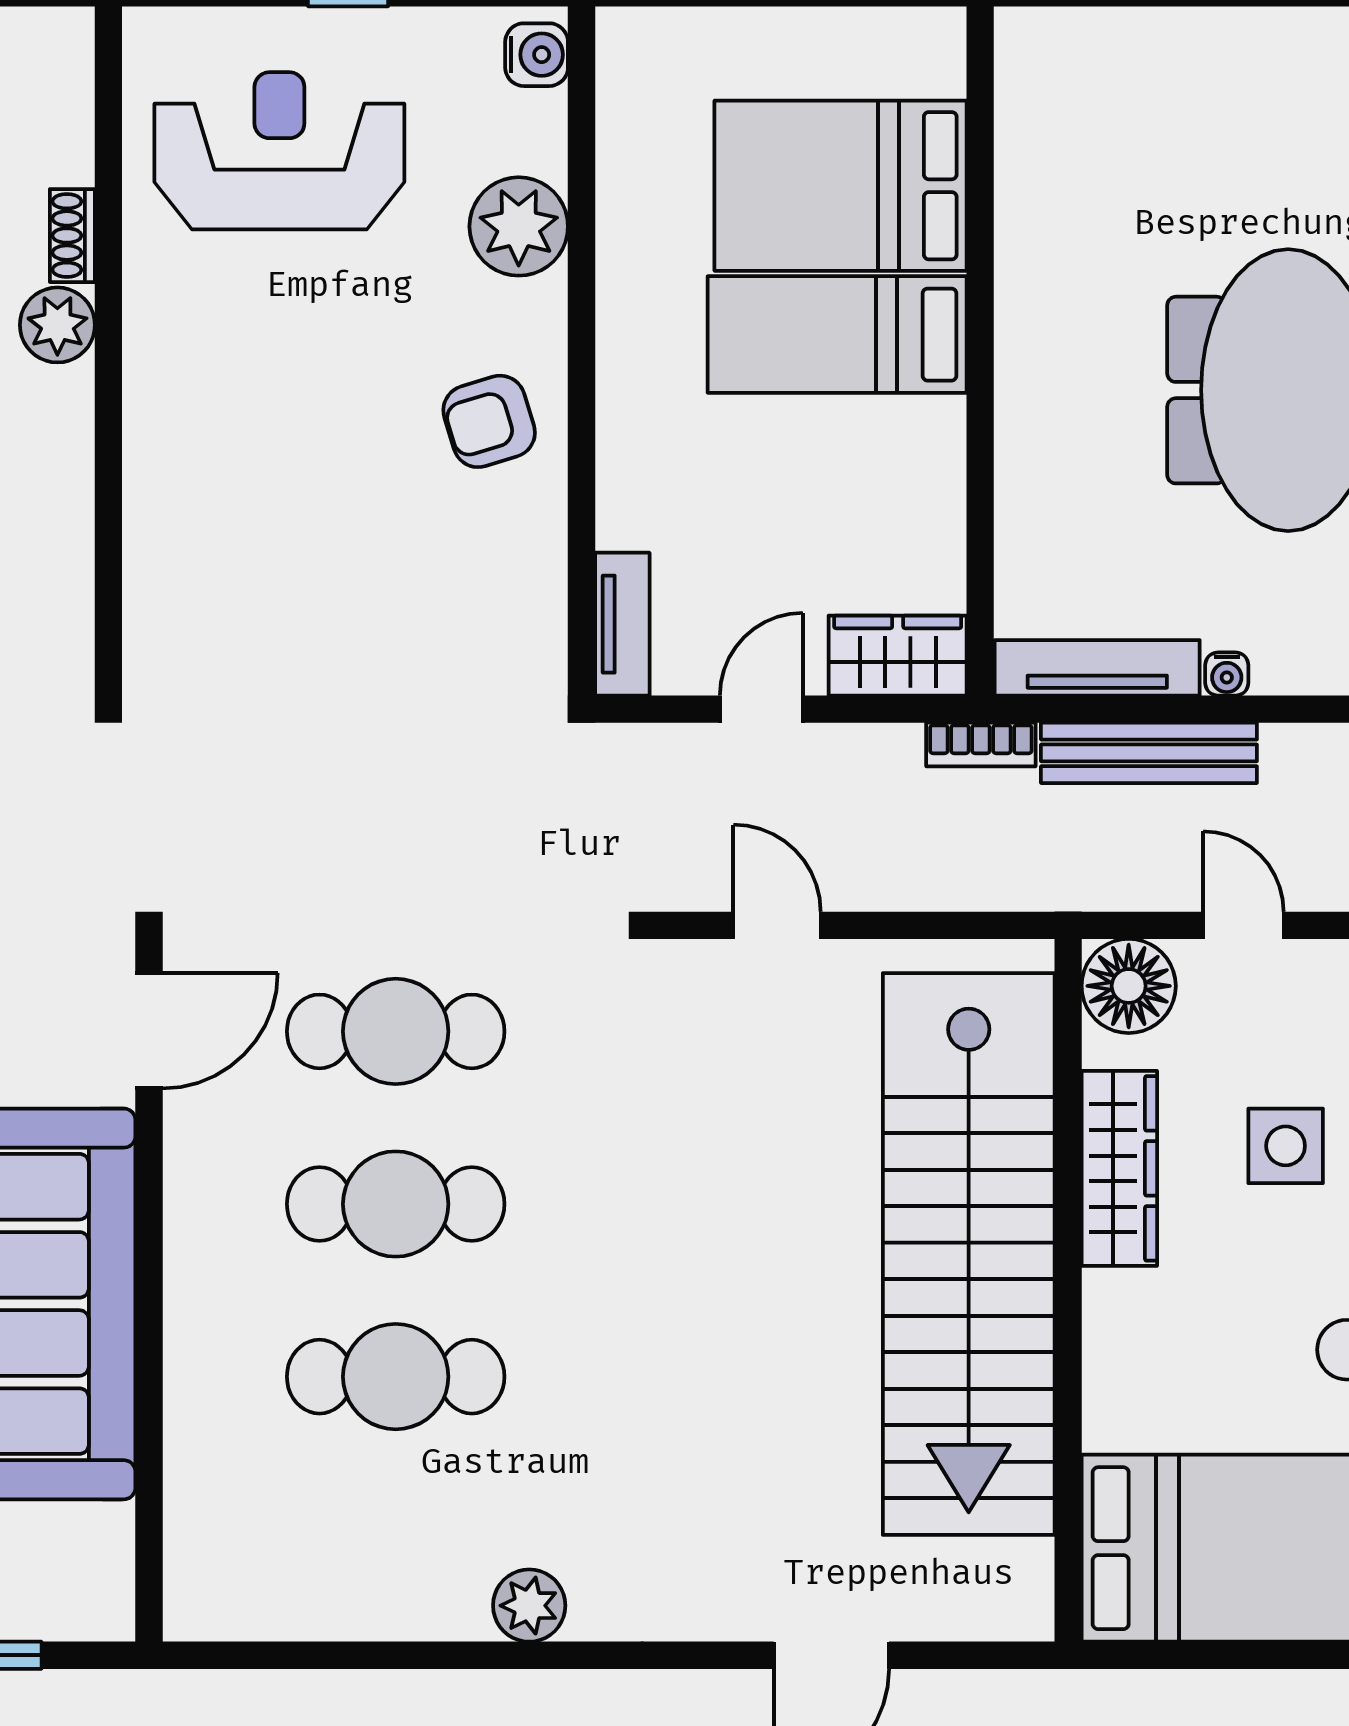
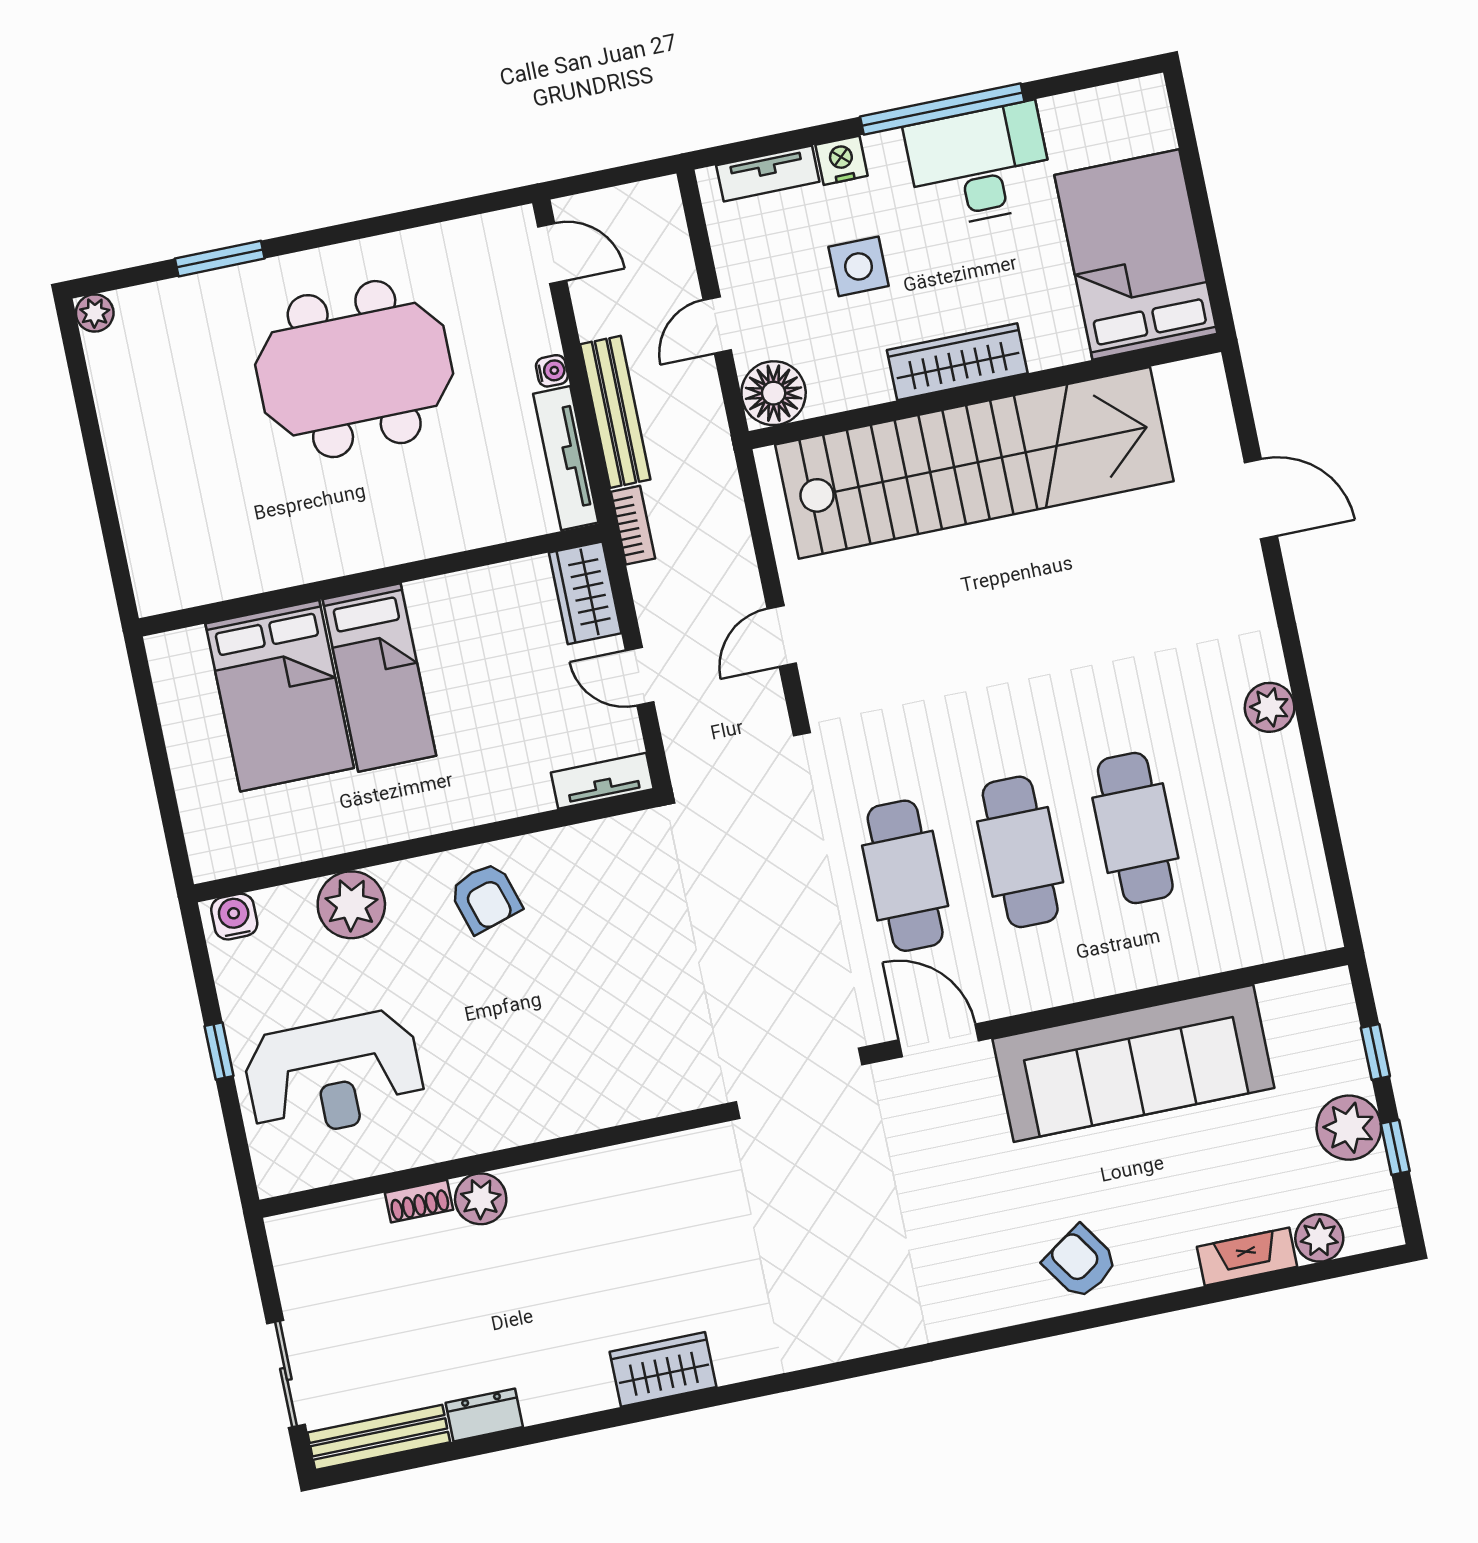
reception desk: (279, 151) -> (334, 1075), turned -90
wardrobe: (1119, 1168) -> (957, 362), moved

